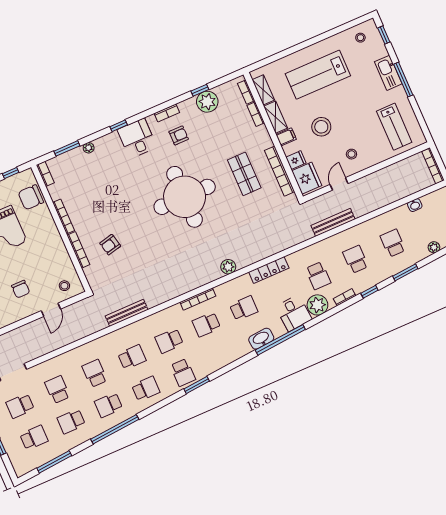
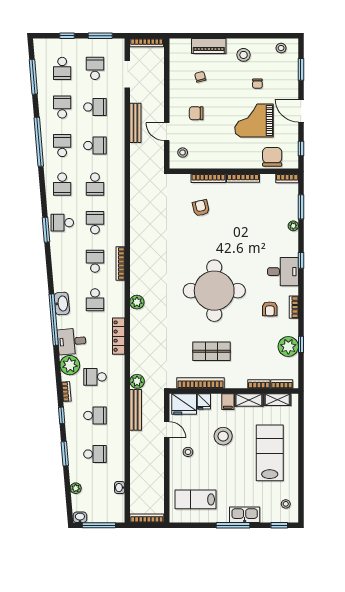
plant: (305, 233) -> (137, 381), added
bench: (127, 313) -> (135, 123), moved

